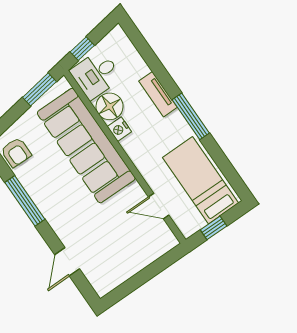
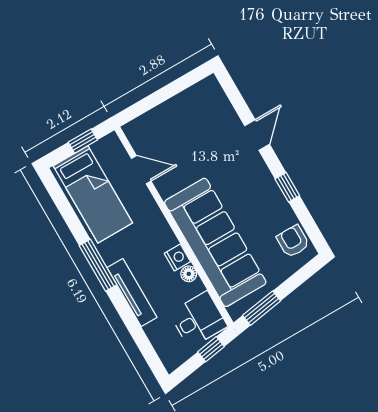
tv unit: (158, 94) -> (132, 292), width x1.41
floor lamp: (110, 106) -> (189, 274), width x0.53, depth x0.53
window: (25, 201) -> (287, 187), width x0.46
door: (67, 262) -> (257, 135), moved

